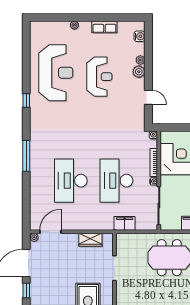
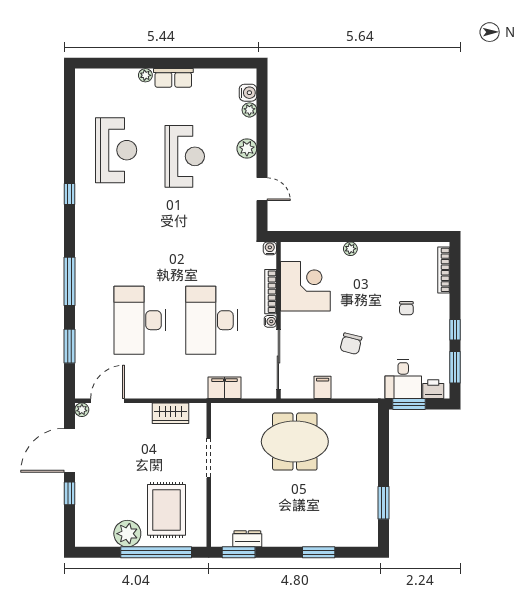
row of seats: (104, 27) -> (173, 78), moved
plant: (140, 60) -> (249, 110), moved
reception desk: (56, 73) -> (116, 150), width x0.74, depth x0.77
window: (26, 197) -> (70, 346), added

